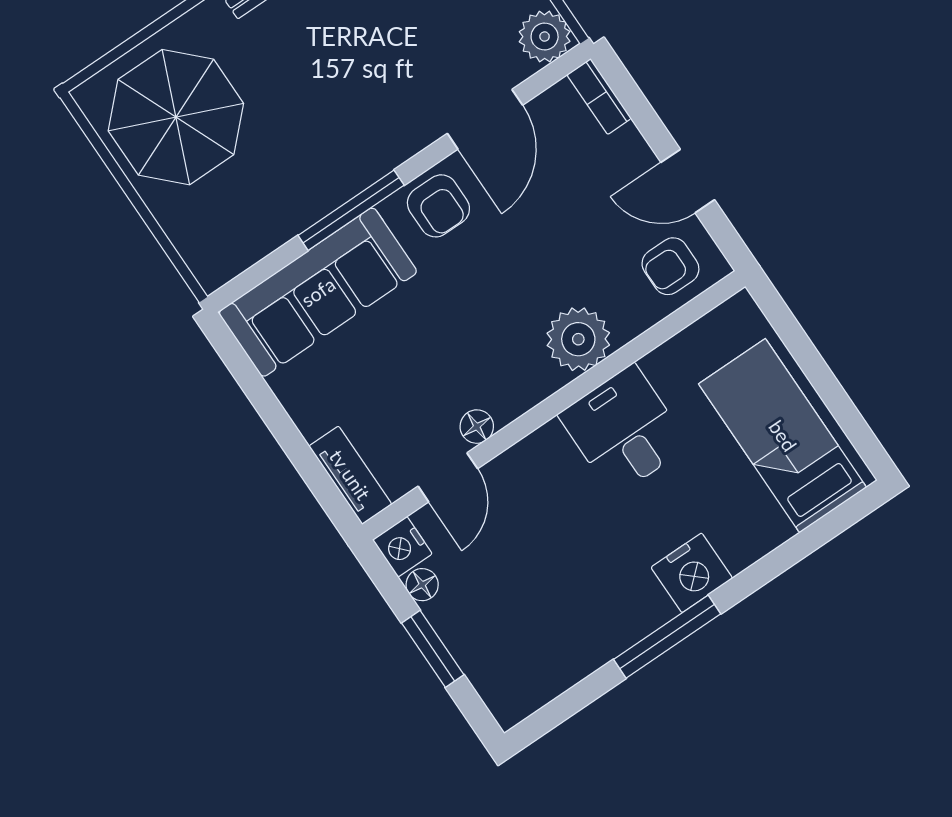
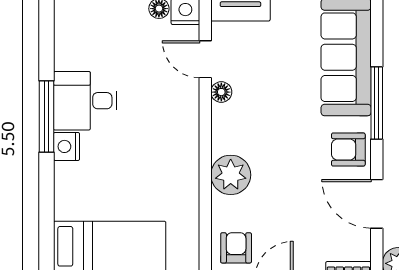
desk: (624, 430) -> (85, 101), moved, turned 180
nightstand: (692, 573) -> (66, 146), width x0.74, depth x0.75

